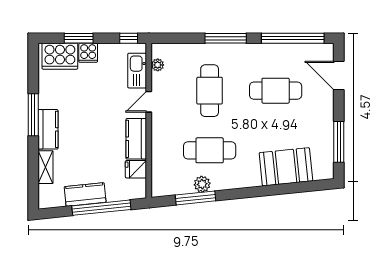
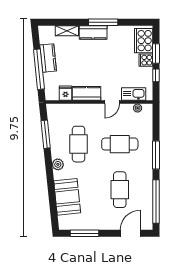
window: (129, 38) -> (156, 75), moved
door: (149, 102) -> (112, 102), swing flipped
plant: (202, 184) -> (58, 164), moved

